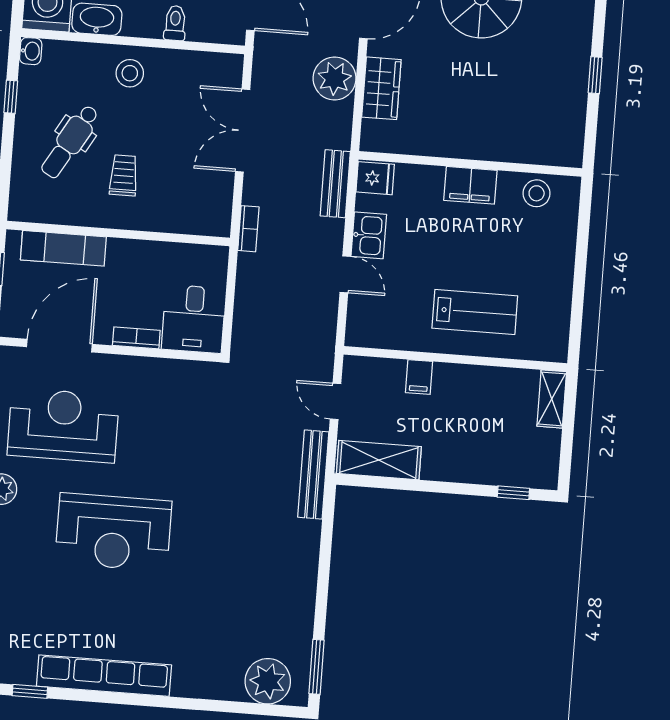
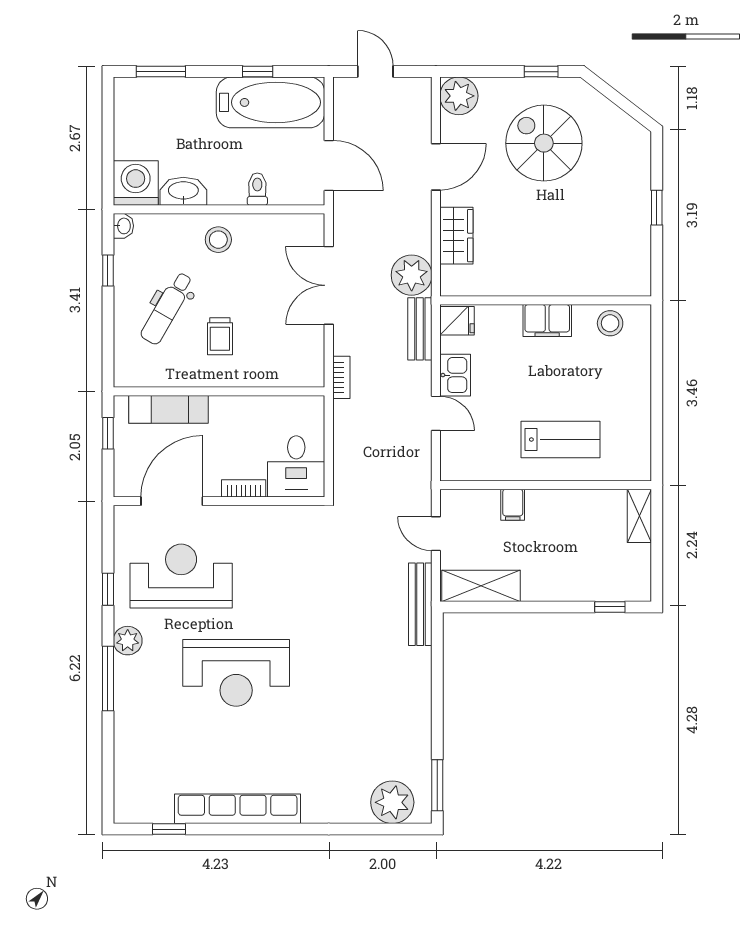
plant: (335, 78) -> (412, 275), moved
trolley: (124, 175) -> (220, 336), turned 180

